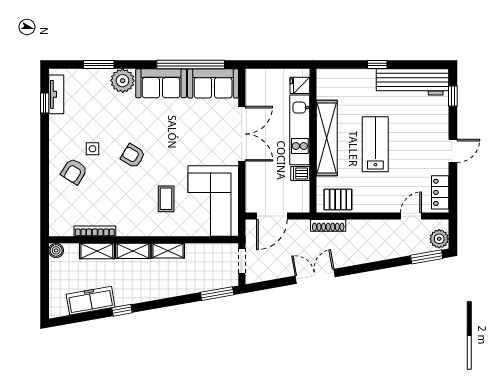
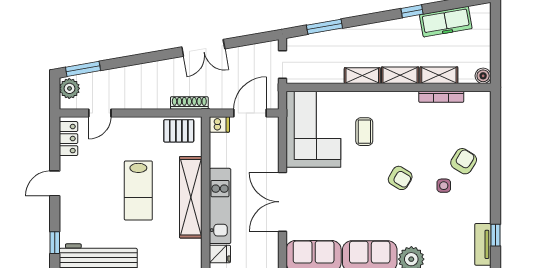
dishwasher: (300, 173) -> (219, 124), moved
window: (217, 294) -> (324, 27), moved

